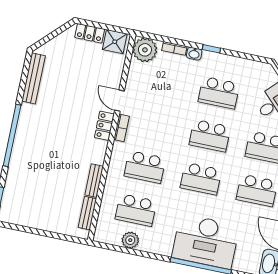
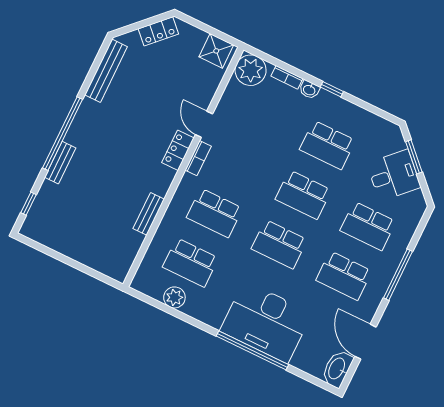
locker: (90, 33) -> (158, 31), moved, turned -45
bench: (87, 213) -> (60, 163), moved

